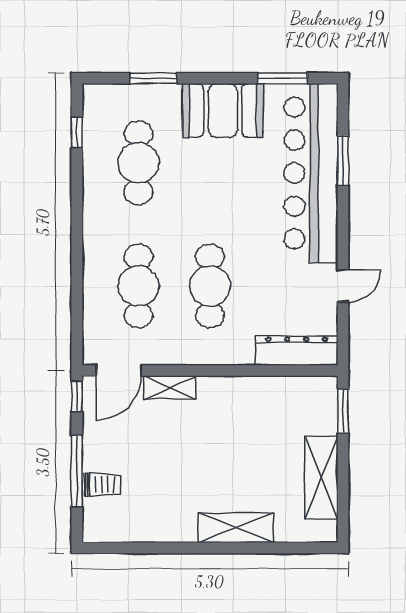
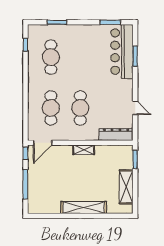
booth: (223, 110) -> (86, 36), removed
bar counter: (311, 173) -> (122, 52), width x0.73
door: (343, 286) -> (135, 108), hinge flipped
shelving: (170, 388) -> (84, 150), moved
trolley: (103, 485) -> (36, 190), removed
shelving: (236, 528) -> (84, 208), width x1.47

